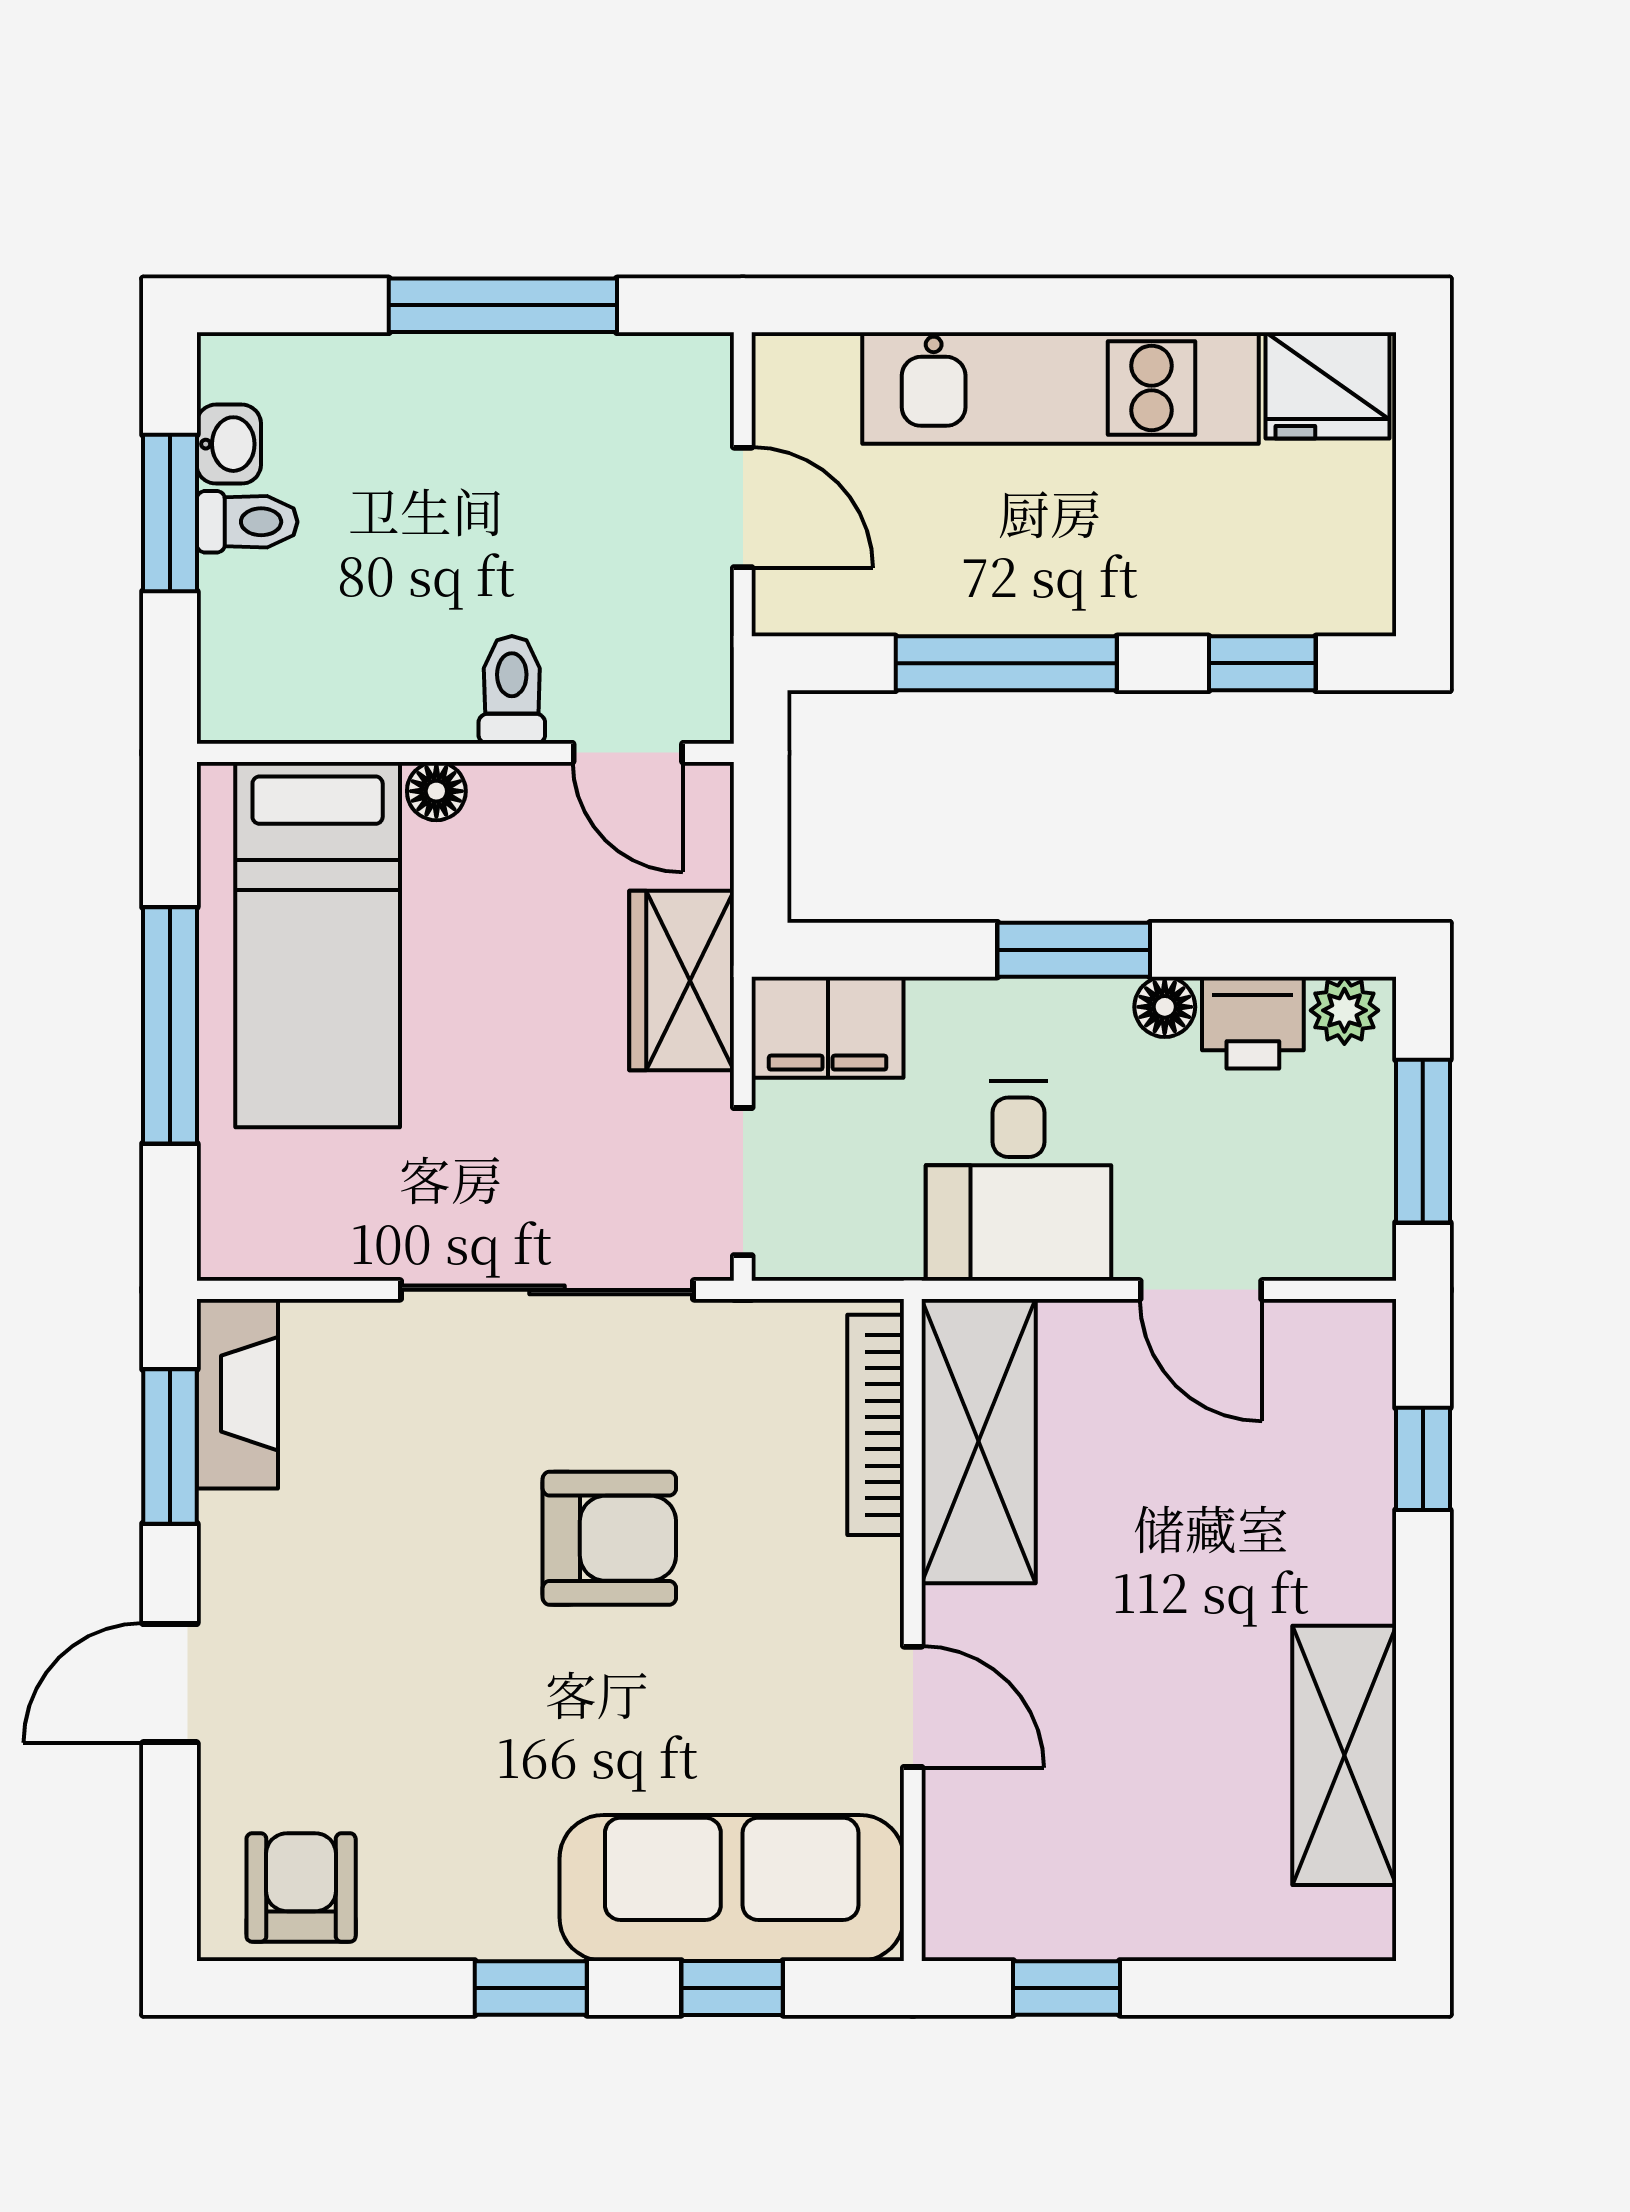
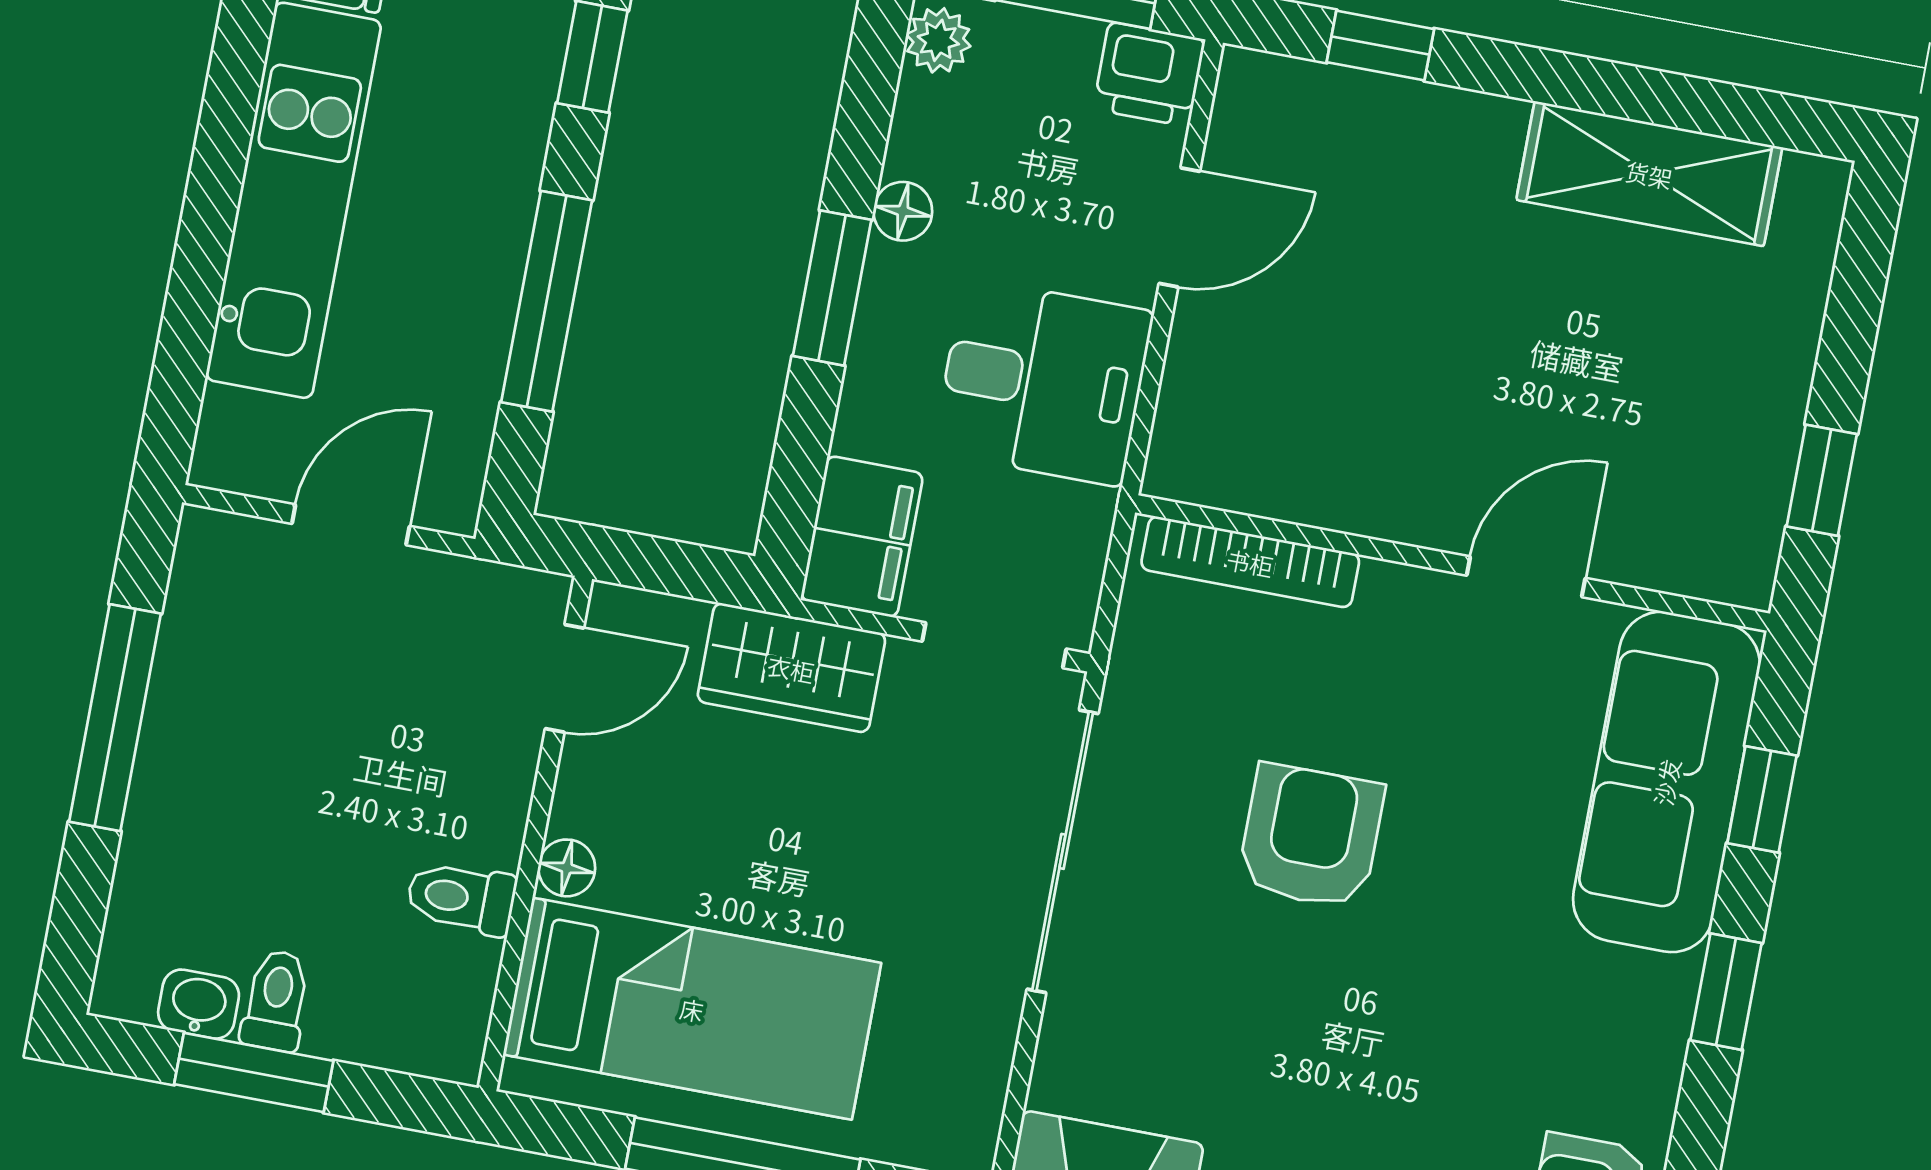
toilet: (512, 690) -> (461, 898), moved
printer: (1253, 1023) -> (1149, 74), moved, turned 90
shelving: (979, 1441) -> (1284, 466), removed

